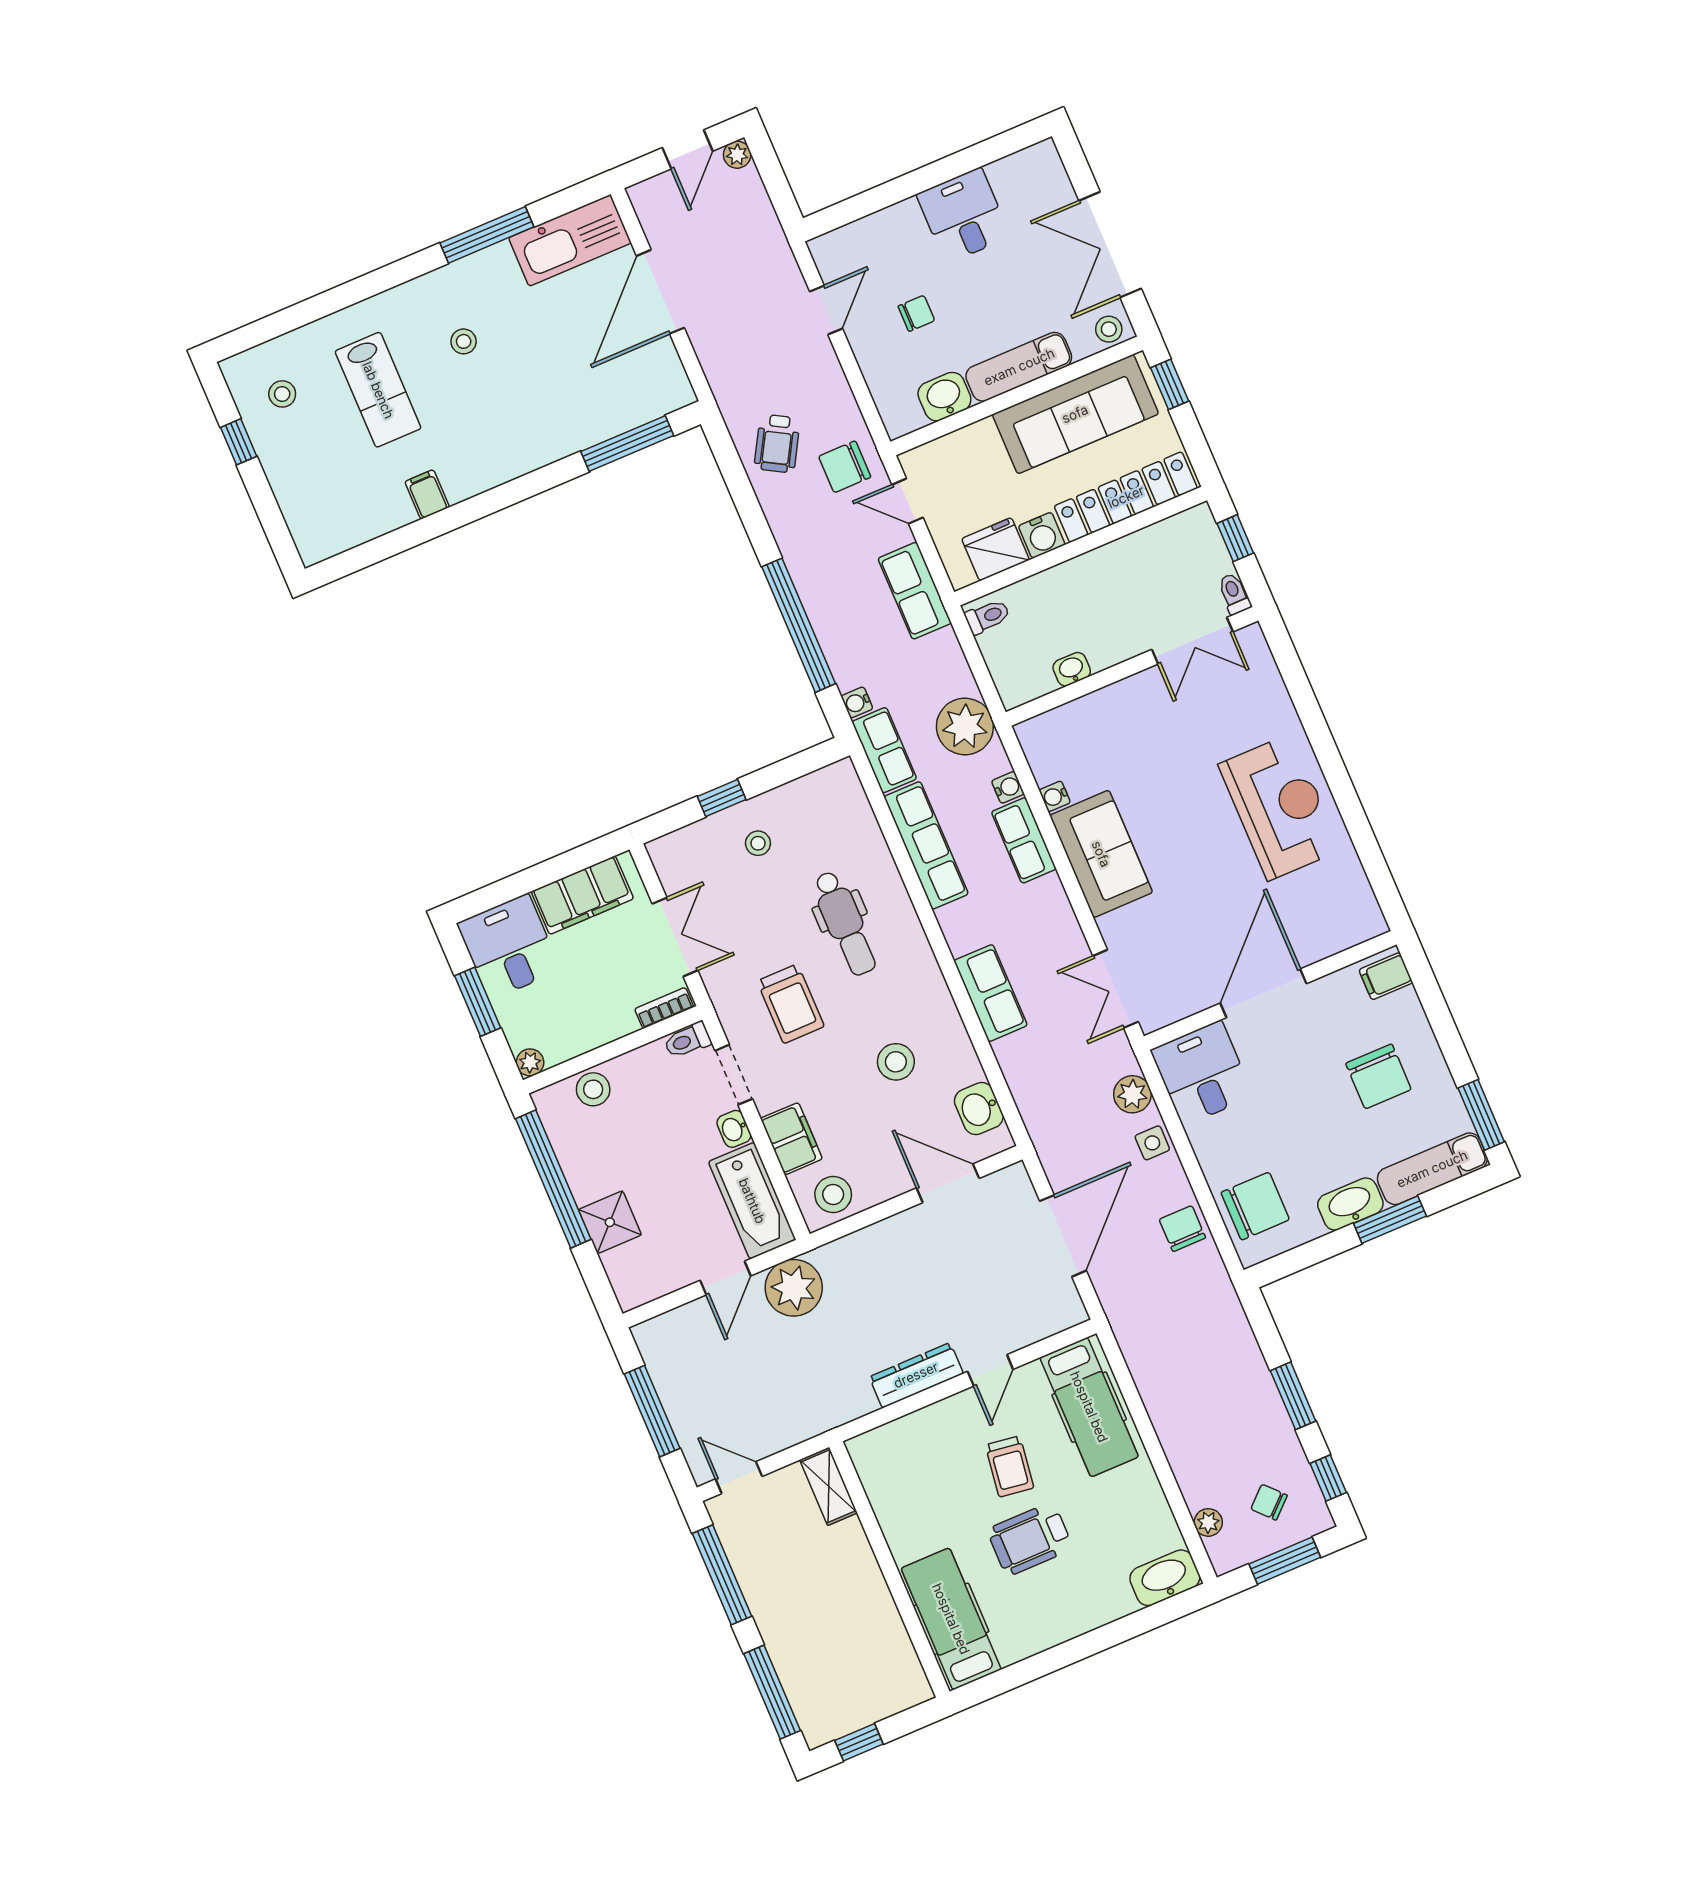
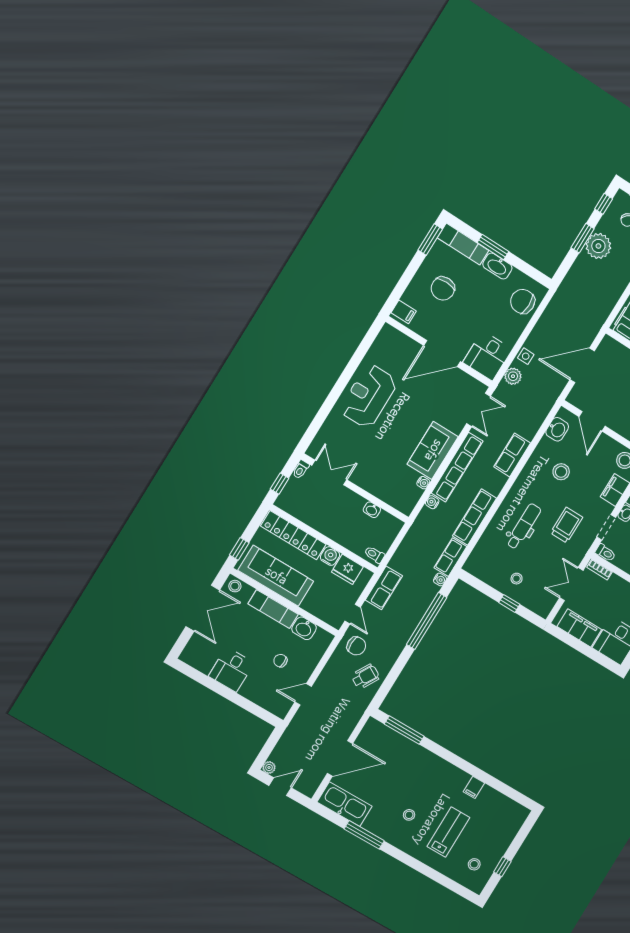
plant: (965, 726) -> (598, 246), moved
row of seats: (1024, 840) -> (457, 467), width x2.02
chair: (1378, 1076) -> (443, 289), turned 180
chair: (1182, 1229) -> (549, 323), removed

